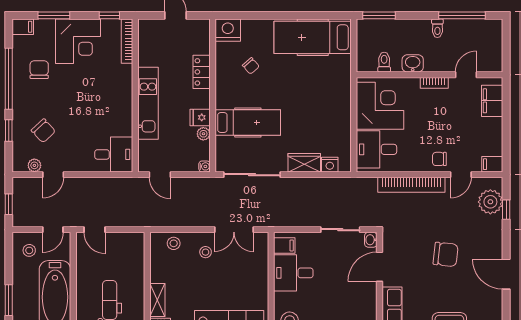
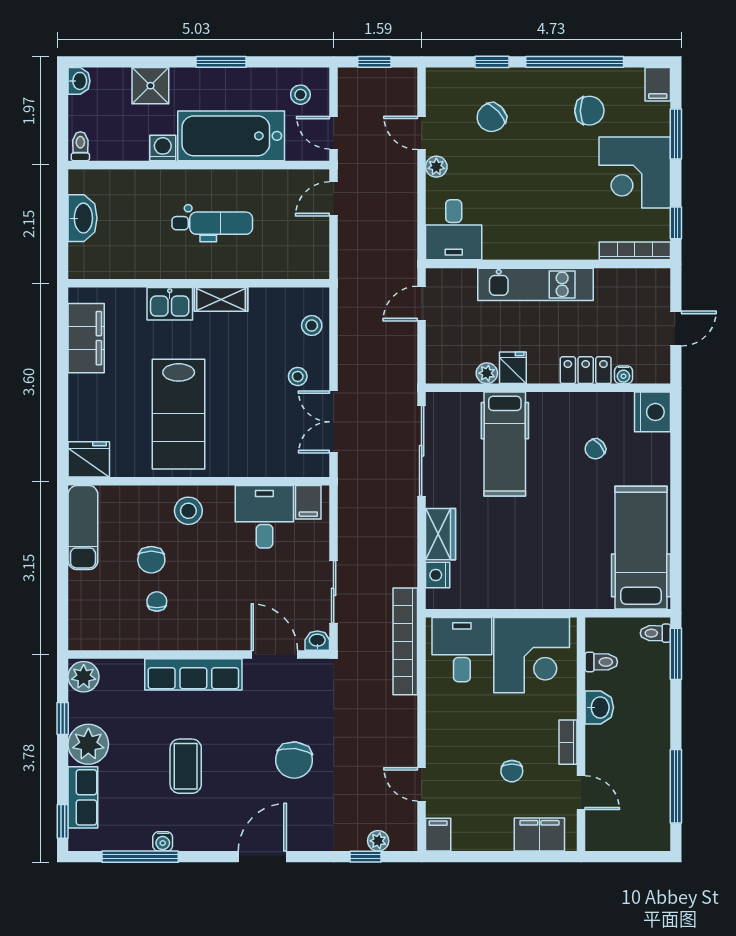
toilet: (437, 28) -> (655, 633), moved
chair: (439, 159) -> (512, 771), moved, turned 180
plant: (34, 165) -> (436, 167), moved
water cooler: (204, 166) -> (623, 375), moved
bookcase: (411, 185) -> (405, 641), moved
plant: (490, 202) -> (378, 841), width x0.53, depth x0.53

